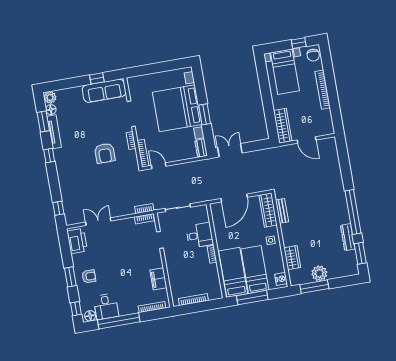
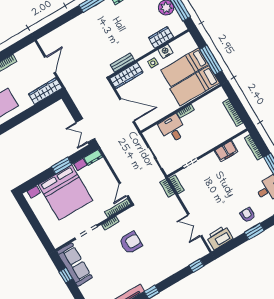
nightstand: (281, 279) -> (165, 51), moved

